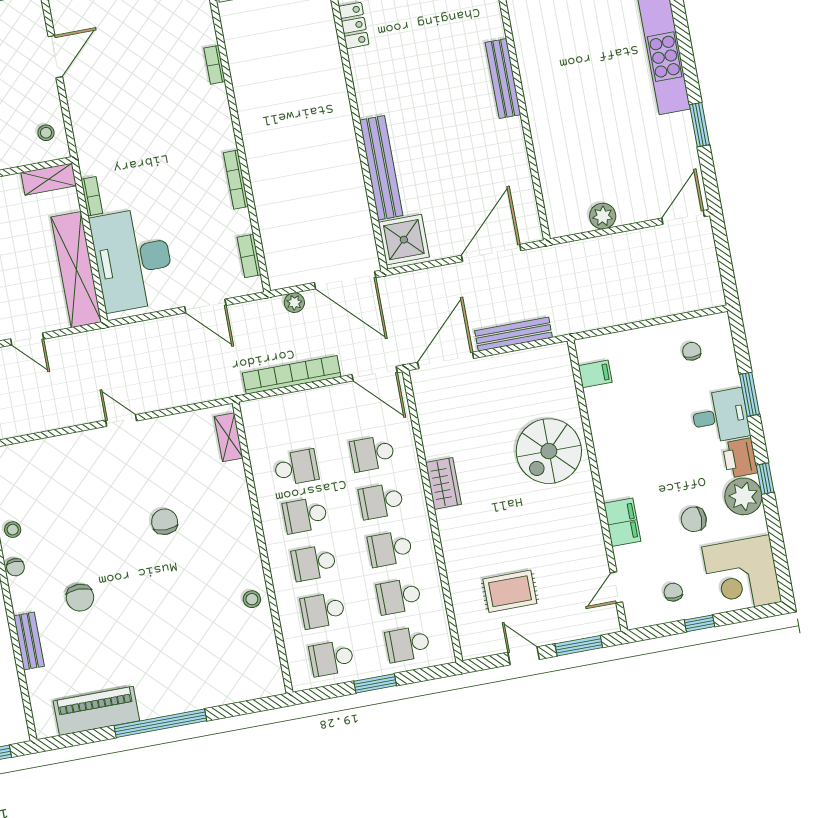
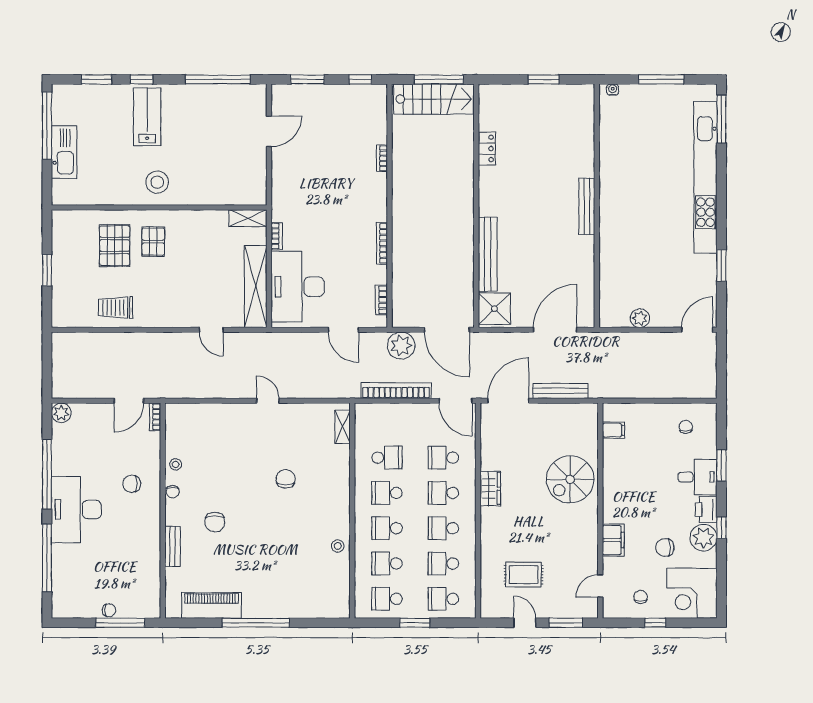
stool: (46, 133) -> (252, 185), removed
plant: (294, 303) -> (401, 346), width x1.87, depth x1.87

